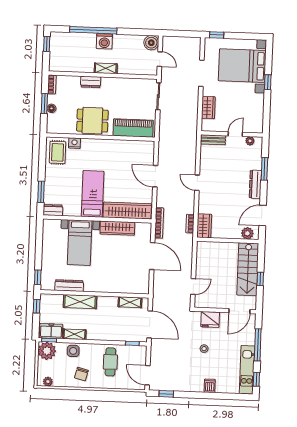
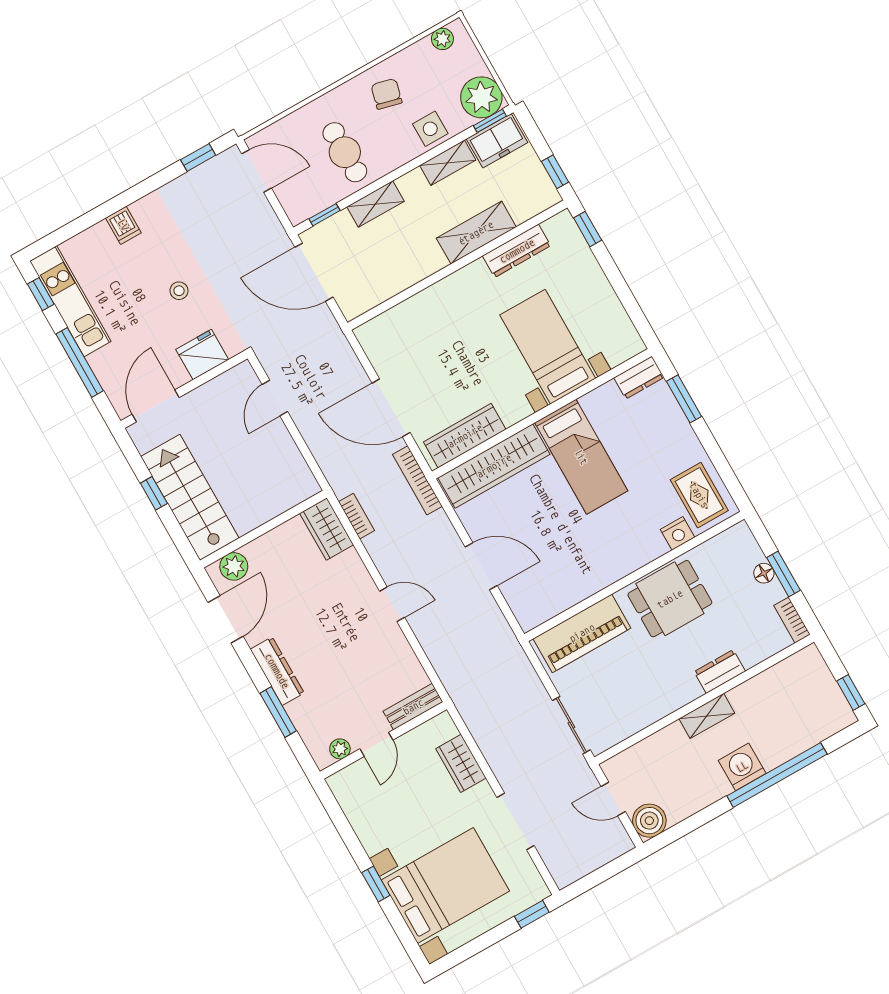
wardrobe: (117, 228) -> (465, 436), moved
shelving: (130, 302) -> (376, 204), moved

